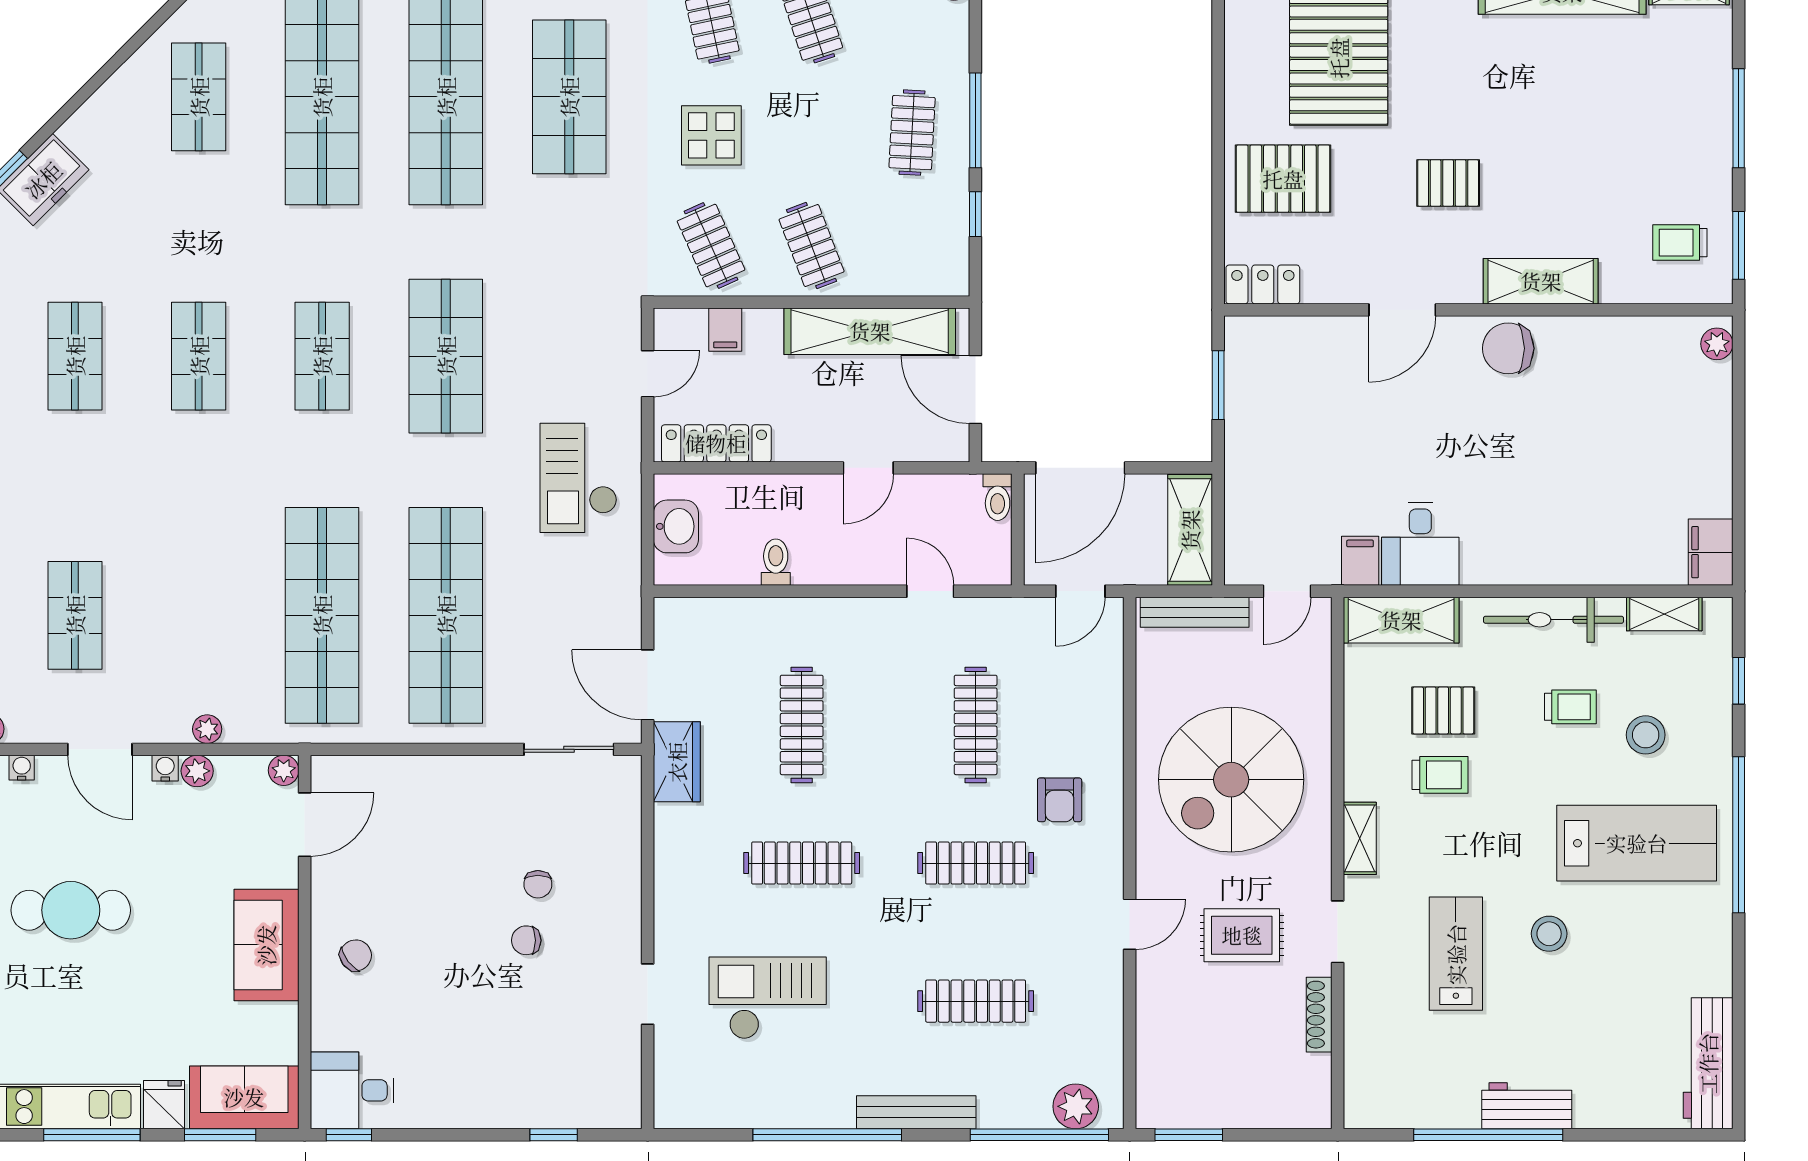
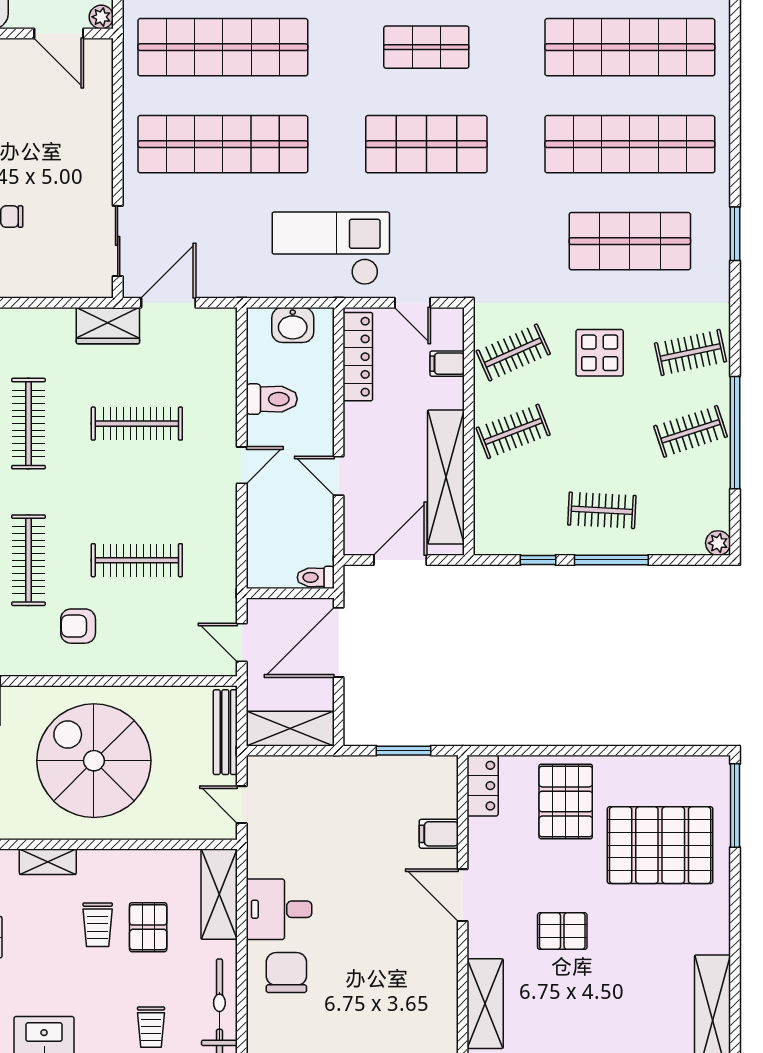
pallet: (1448, 183) -> (562, 931), turned 90
chair: (1508, 348) -> (286, 973), moved
door: (1080, 468) -> (339, 642), hinge flipped
checkout: (578, 478) -> (331, 248), width x1.36, depth x1.21
filing cabinet: (1360, 561) -> (439, 834), moved, turned 180
toilet: (776, 562) -> (272, 399), width x1.37, depth x1.39
door: (930, 591) -> (242, 465), moved

